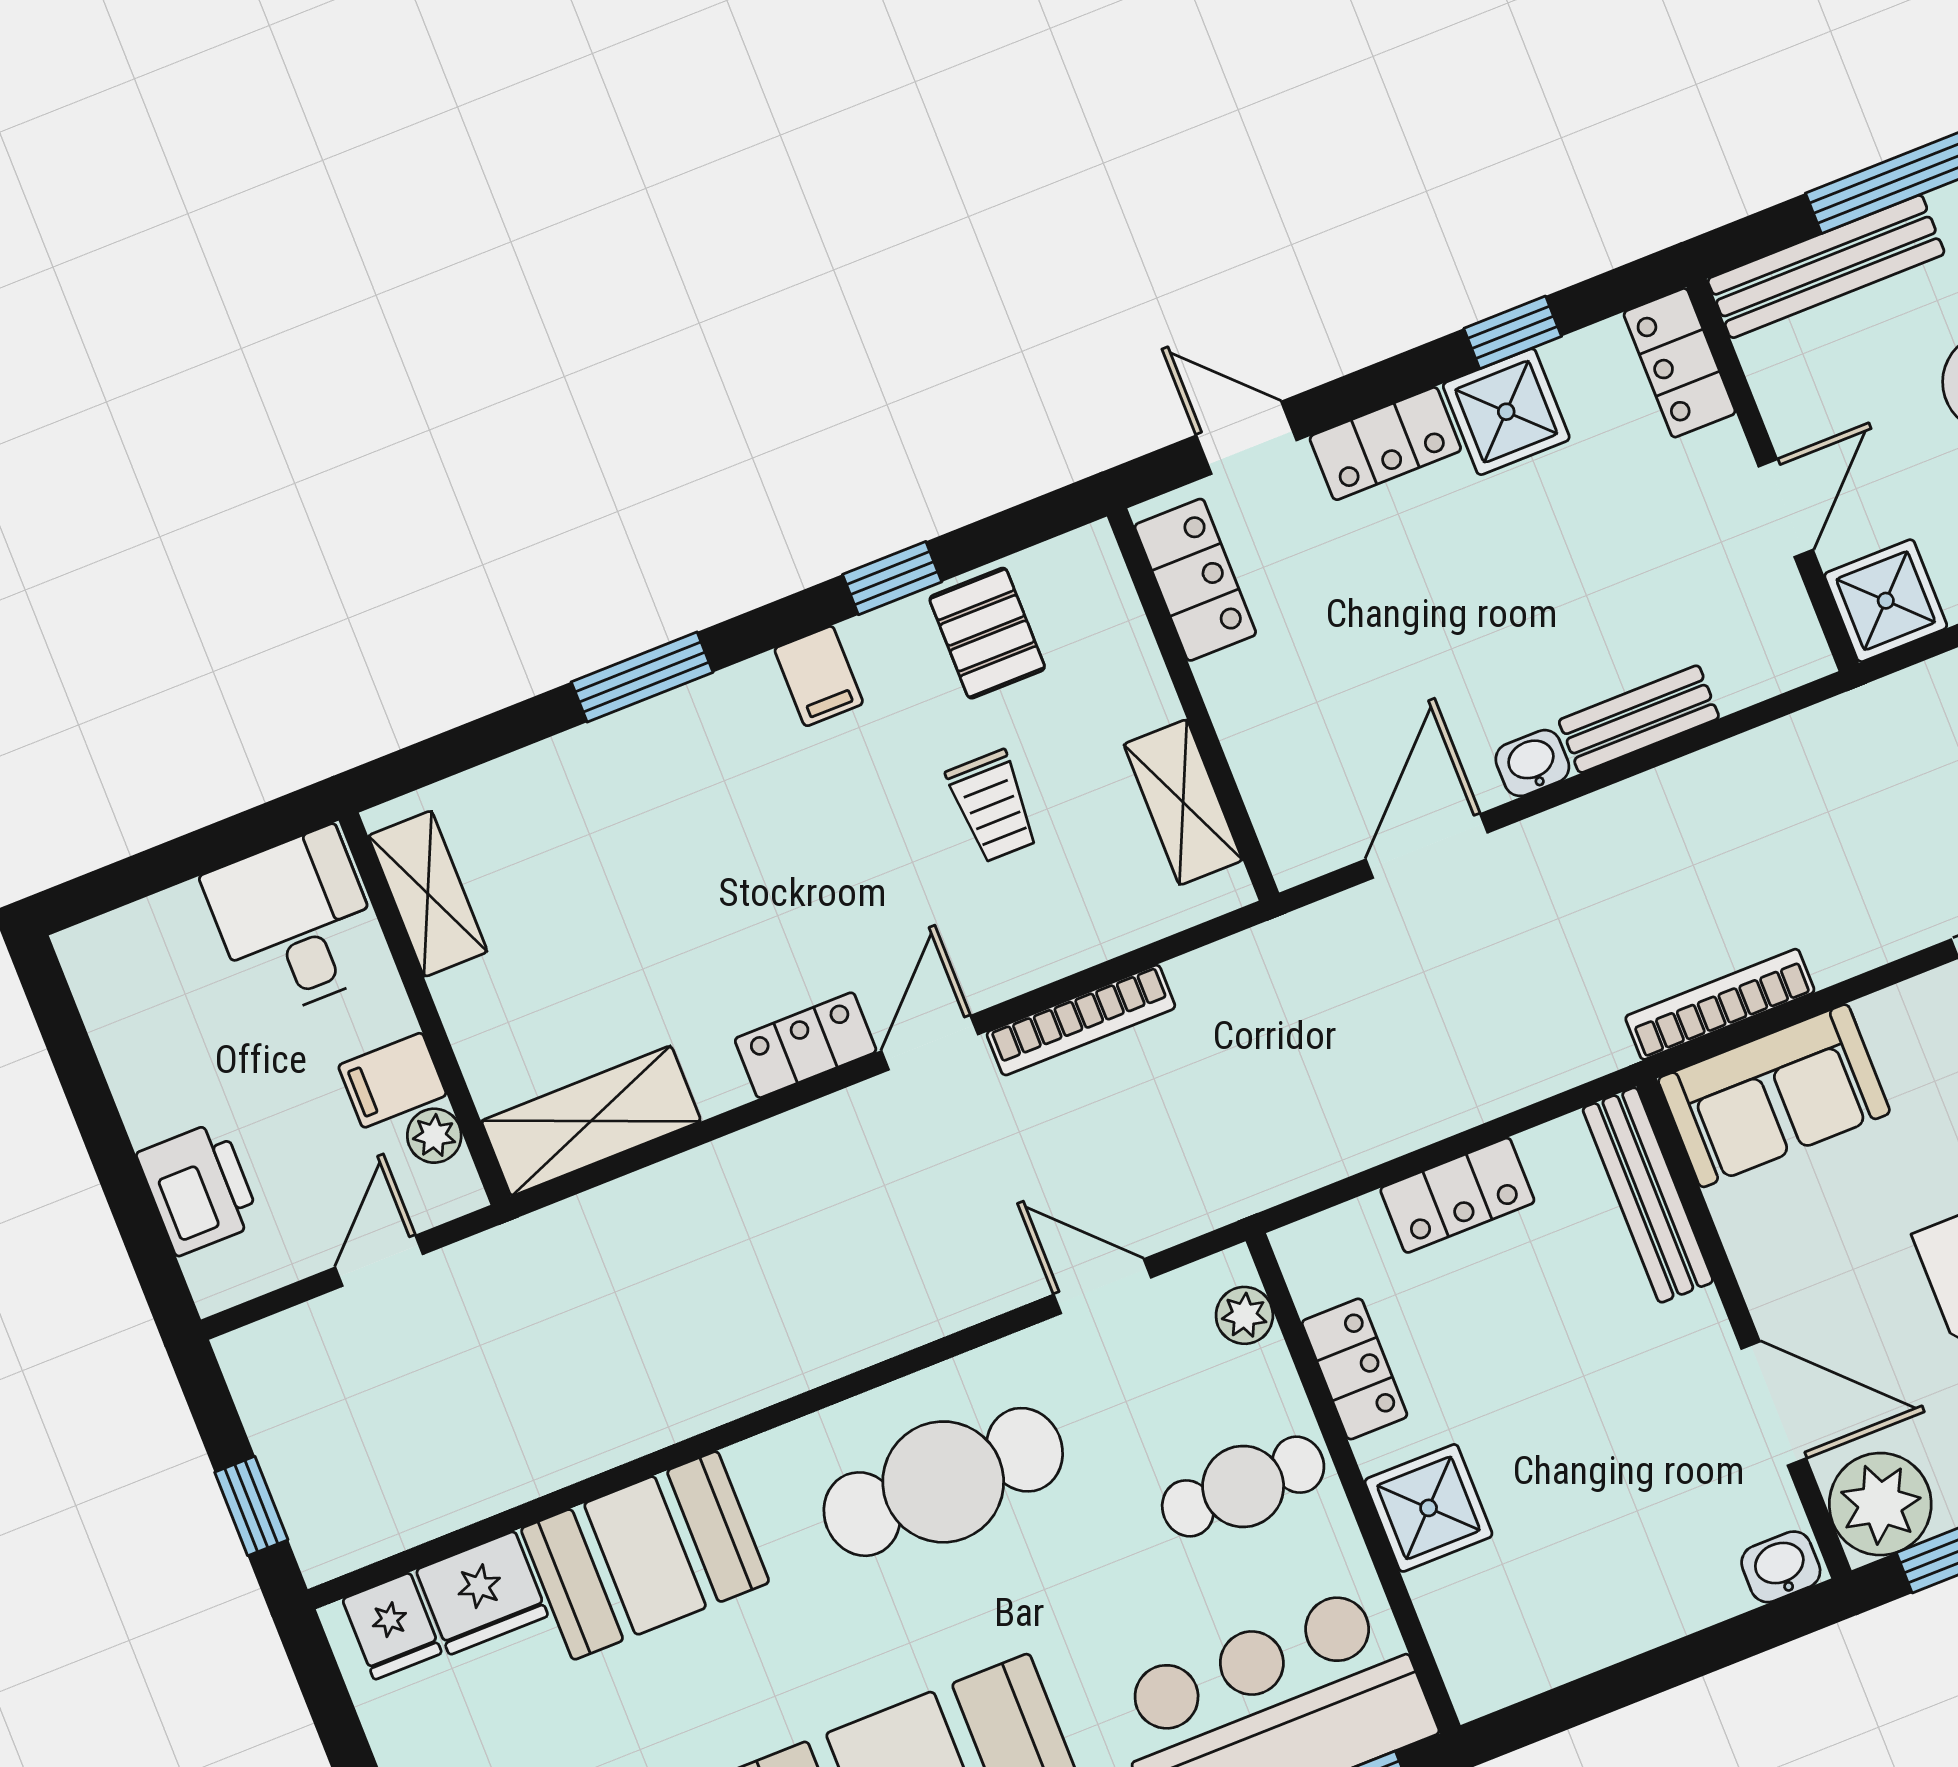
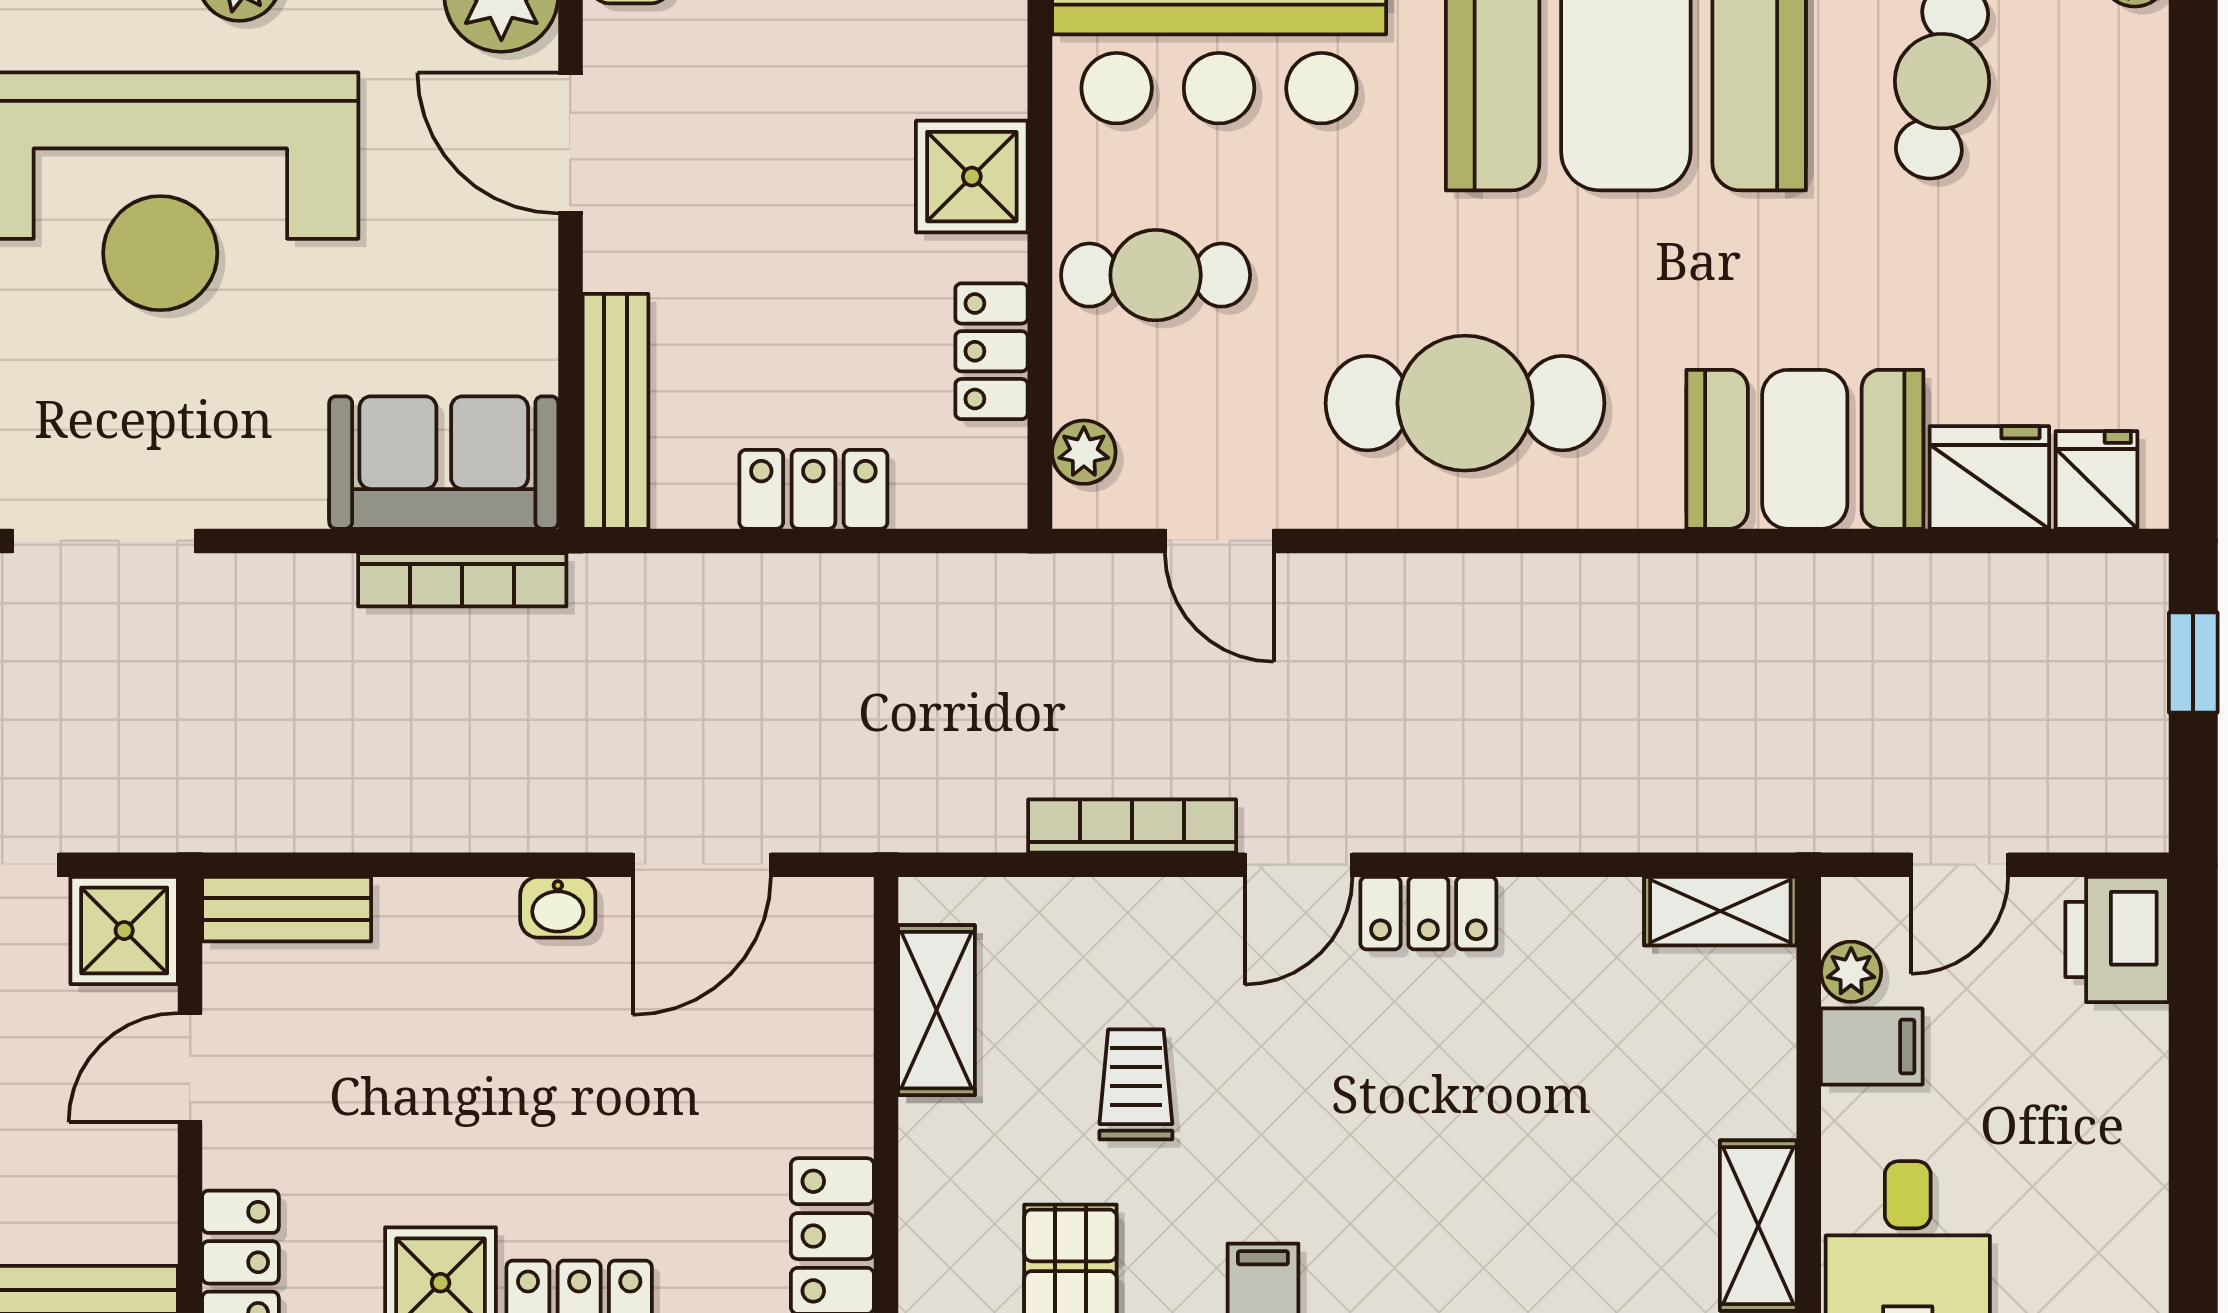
bench: (1639, 719) -> (287, 909), moved
shelving: (591, 1121) -> (1720, 911), width x0.67, depth x0.75
printer: (199, 1188) -> (2117, 939), moved

